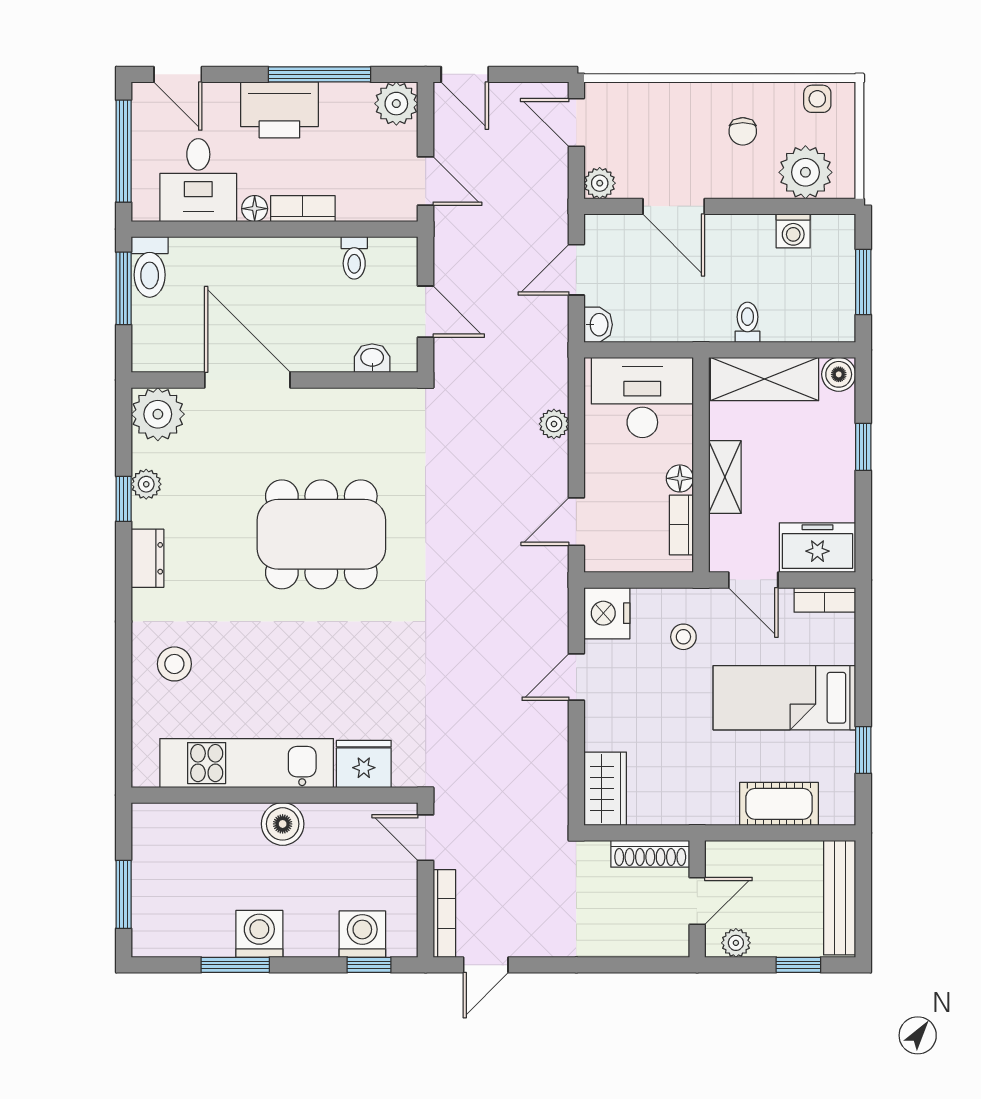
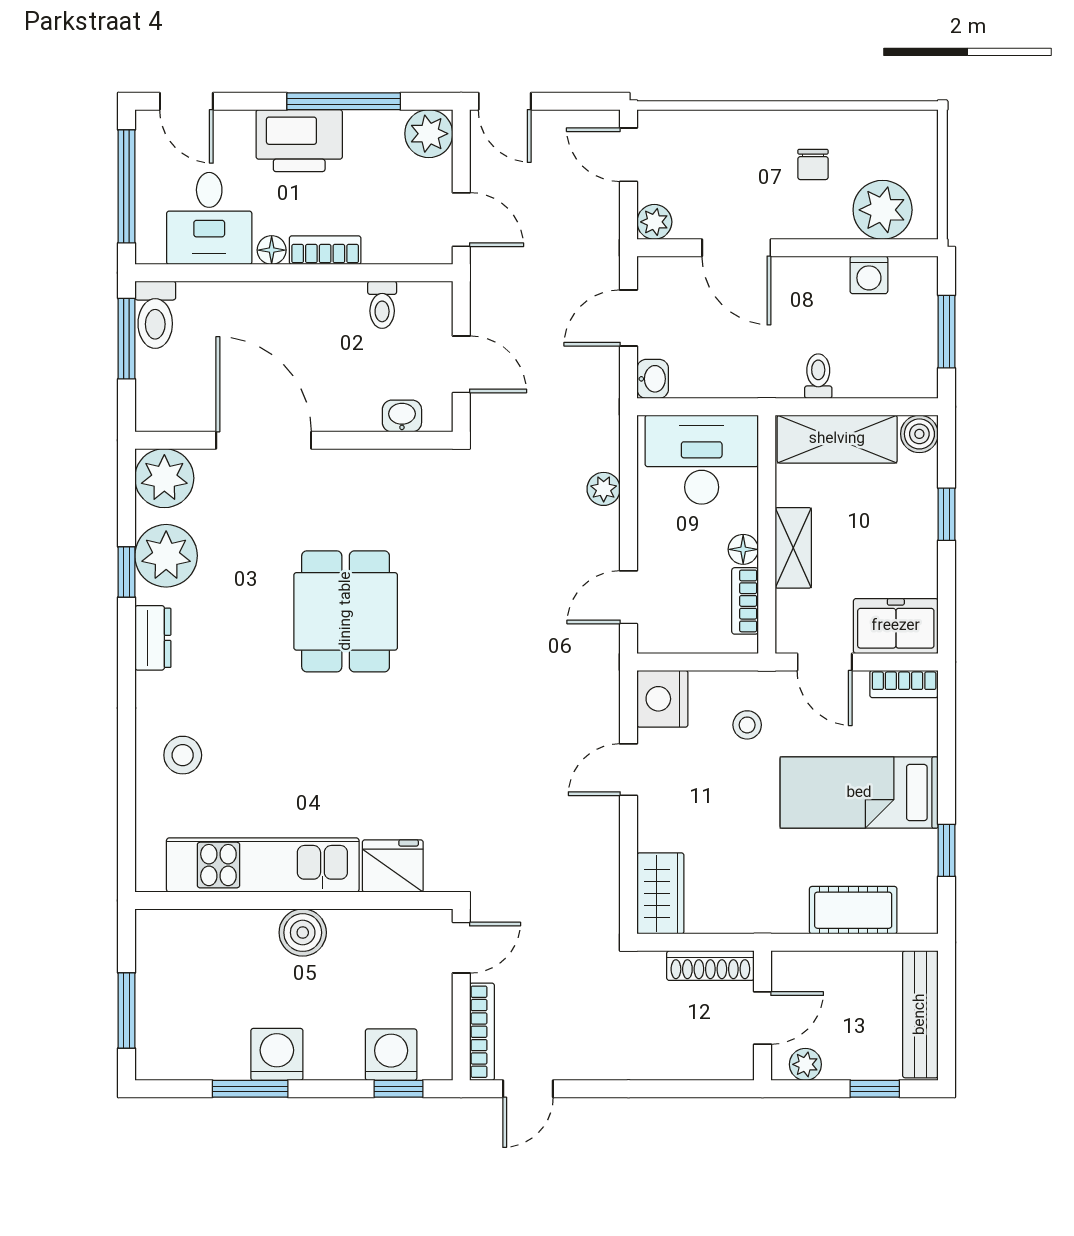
side table: (817, 99) -> (896, 128), removed
plant: (146, 484) -> (166, 556), width x1.88, depth x1.88
dining table: (321, 534) -> (346, 611), width x0.73
door: (426, 838) -> (461, 948), swing flipped

